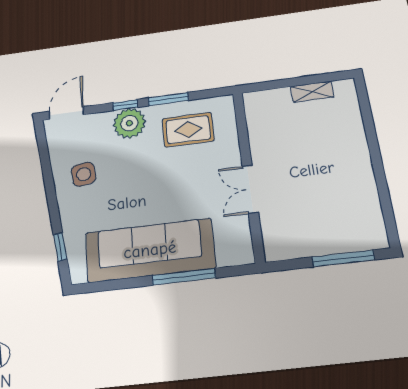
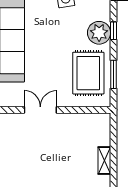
window: (168, 99) -> (114, 74), moved
rug: (188, 130) -> (88, 73), width x1.36, depth x1.43

